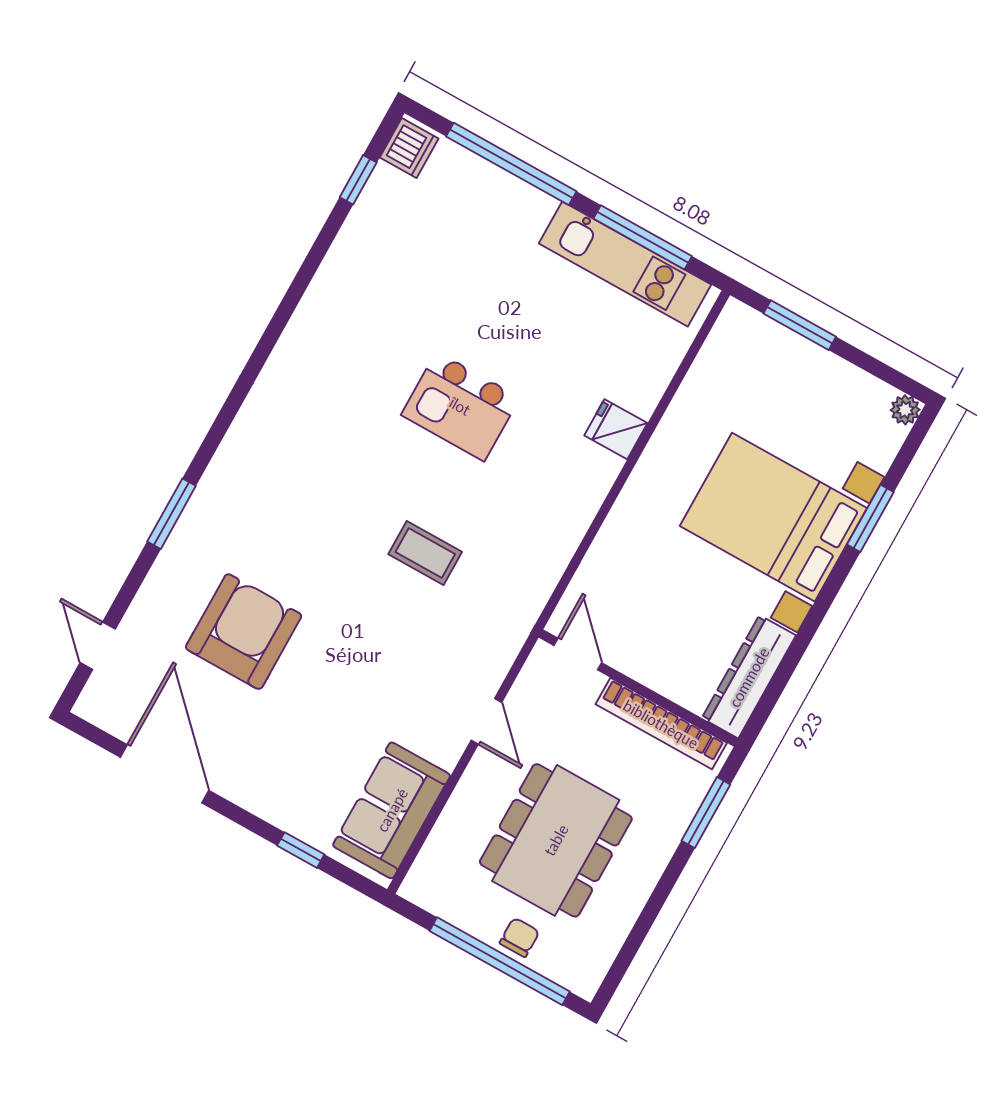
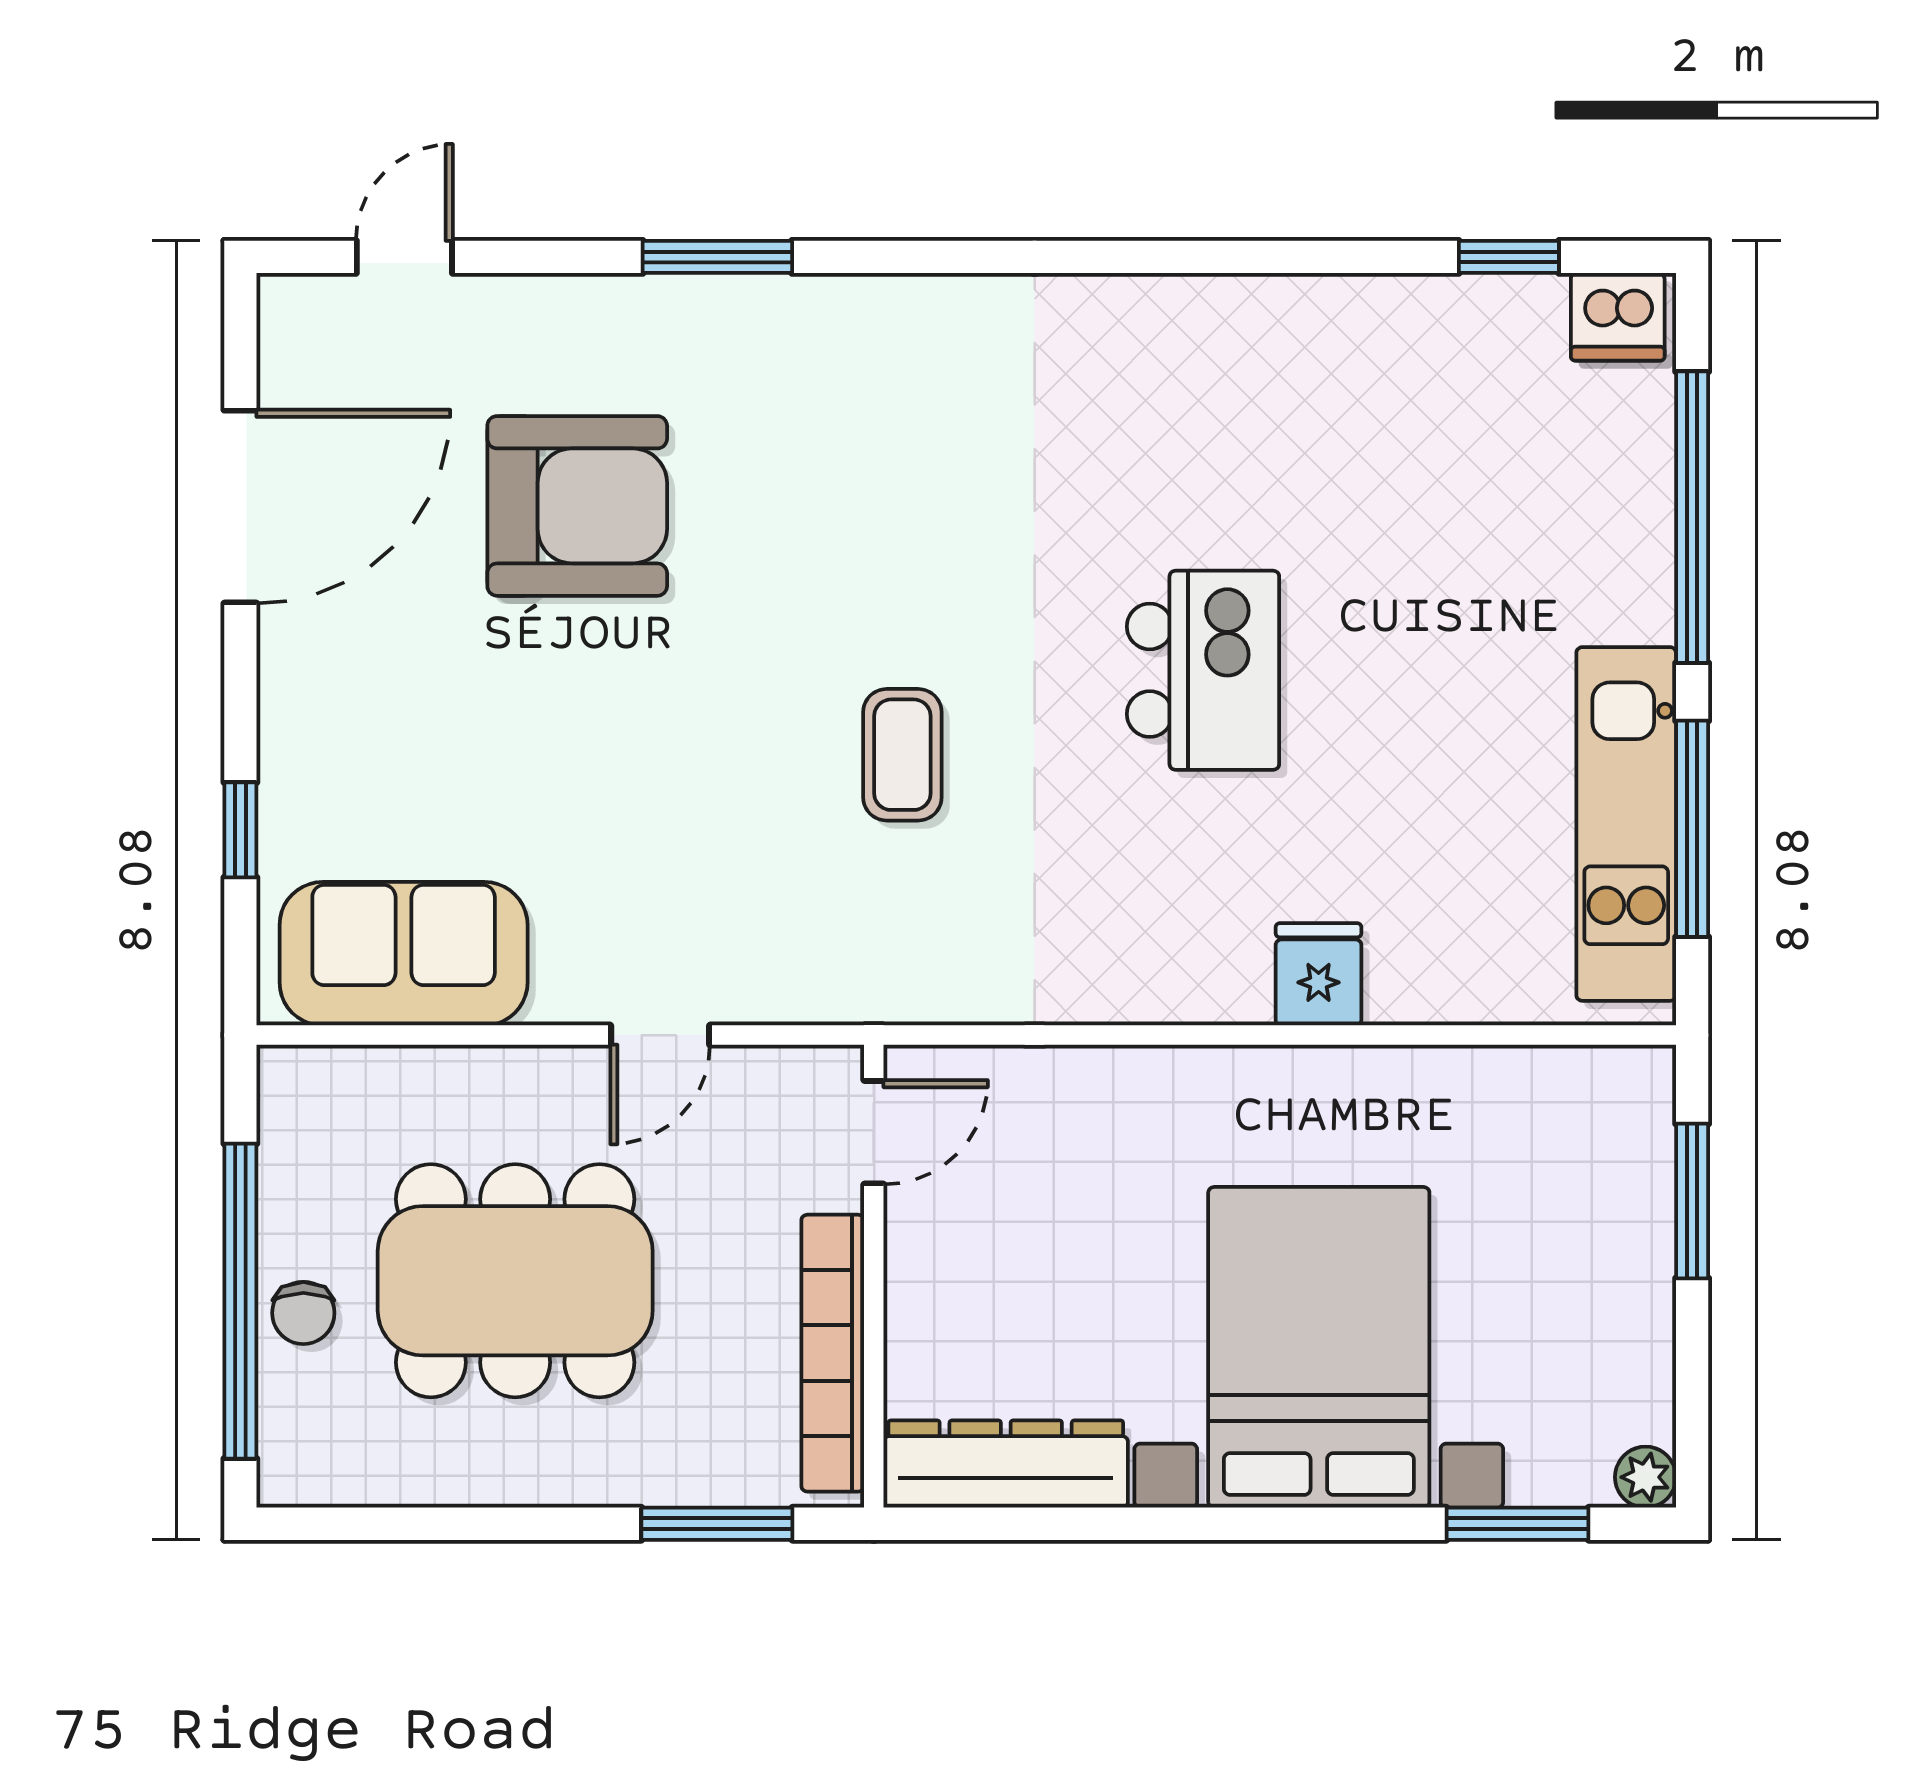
kitchen island: (460, 406) -> (1203, 670), turned 180
window: (870, 518) -> (1518, 1524), moved
chair: (519, 937) -> (303, 1313), turned 90

